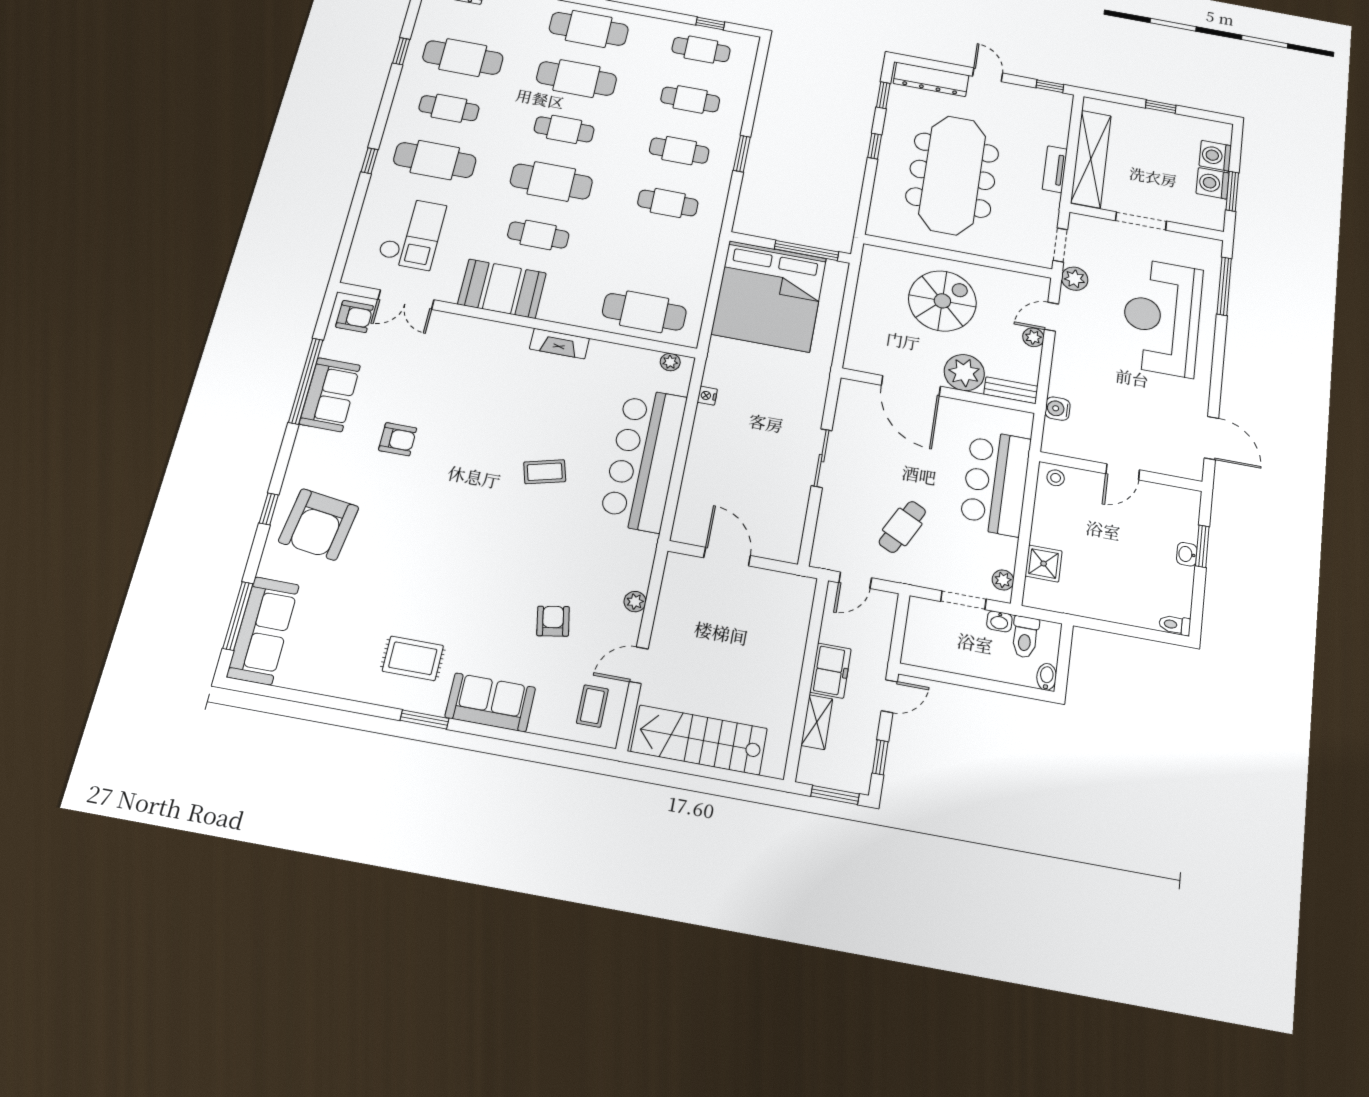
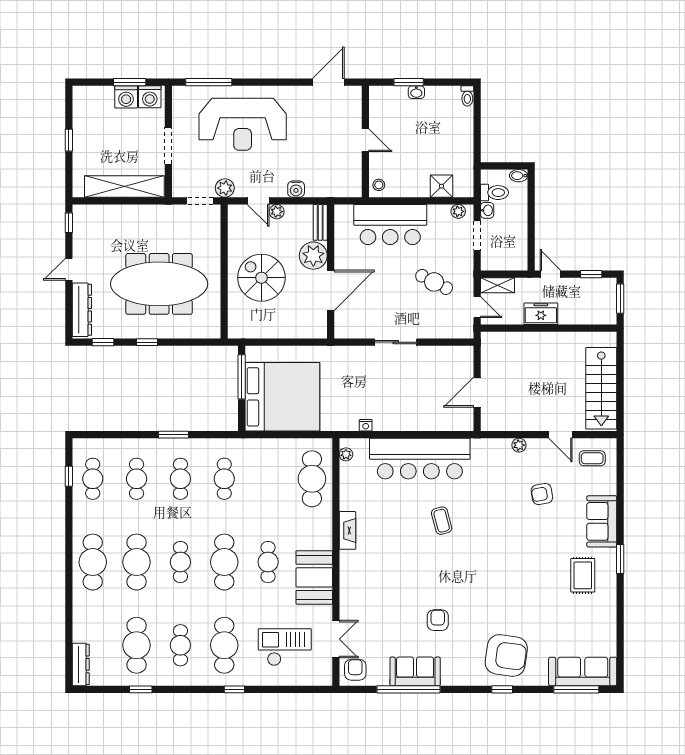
washing machine: (1215, 156) -> (150, 97), moved
tv unit: (1055, 169) -> (139, 212), removed
water cooler: (1058, 409) -> (296, 189), moved
shelving: (817, 722) -> (498, 285), moved

